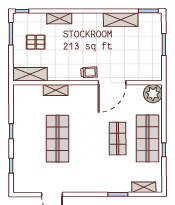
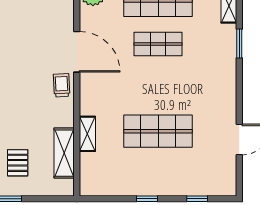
shelving: (30, 74) -> (64, 153), moved

